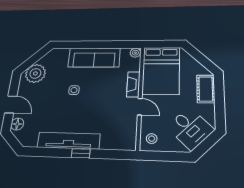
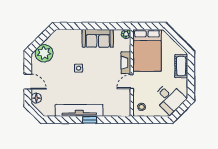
sofa: (94, 58) -> (98, 38), width x0.73
door: (140, 107) -> (132, 82), swing flipped

